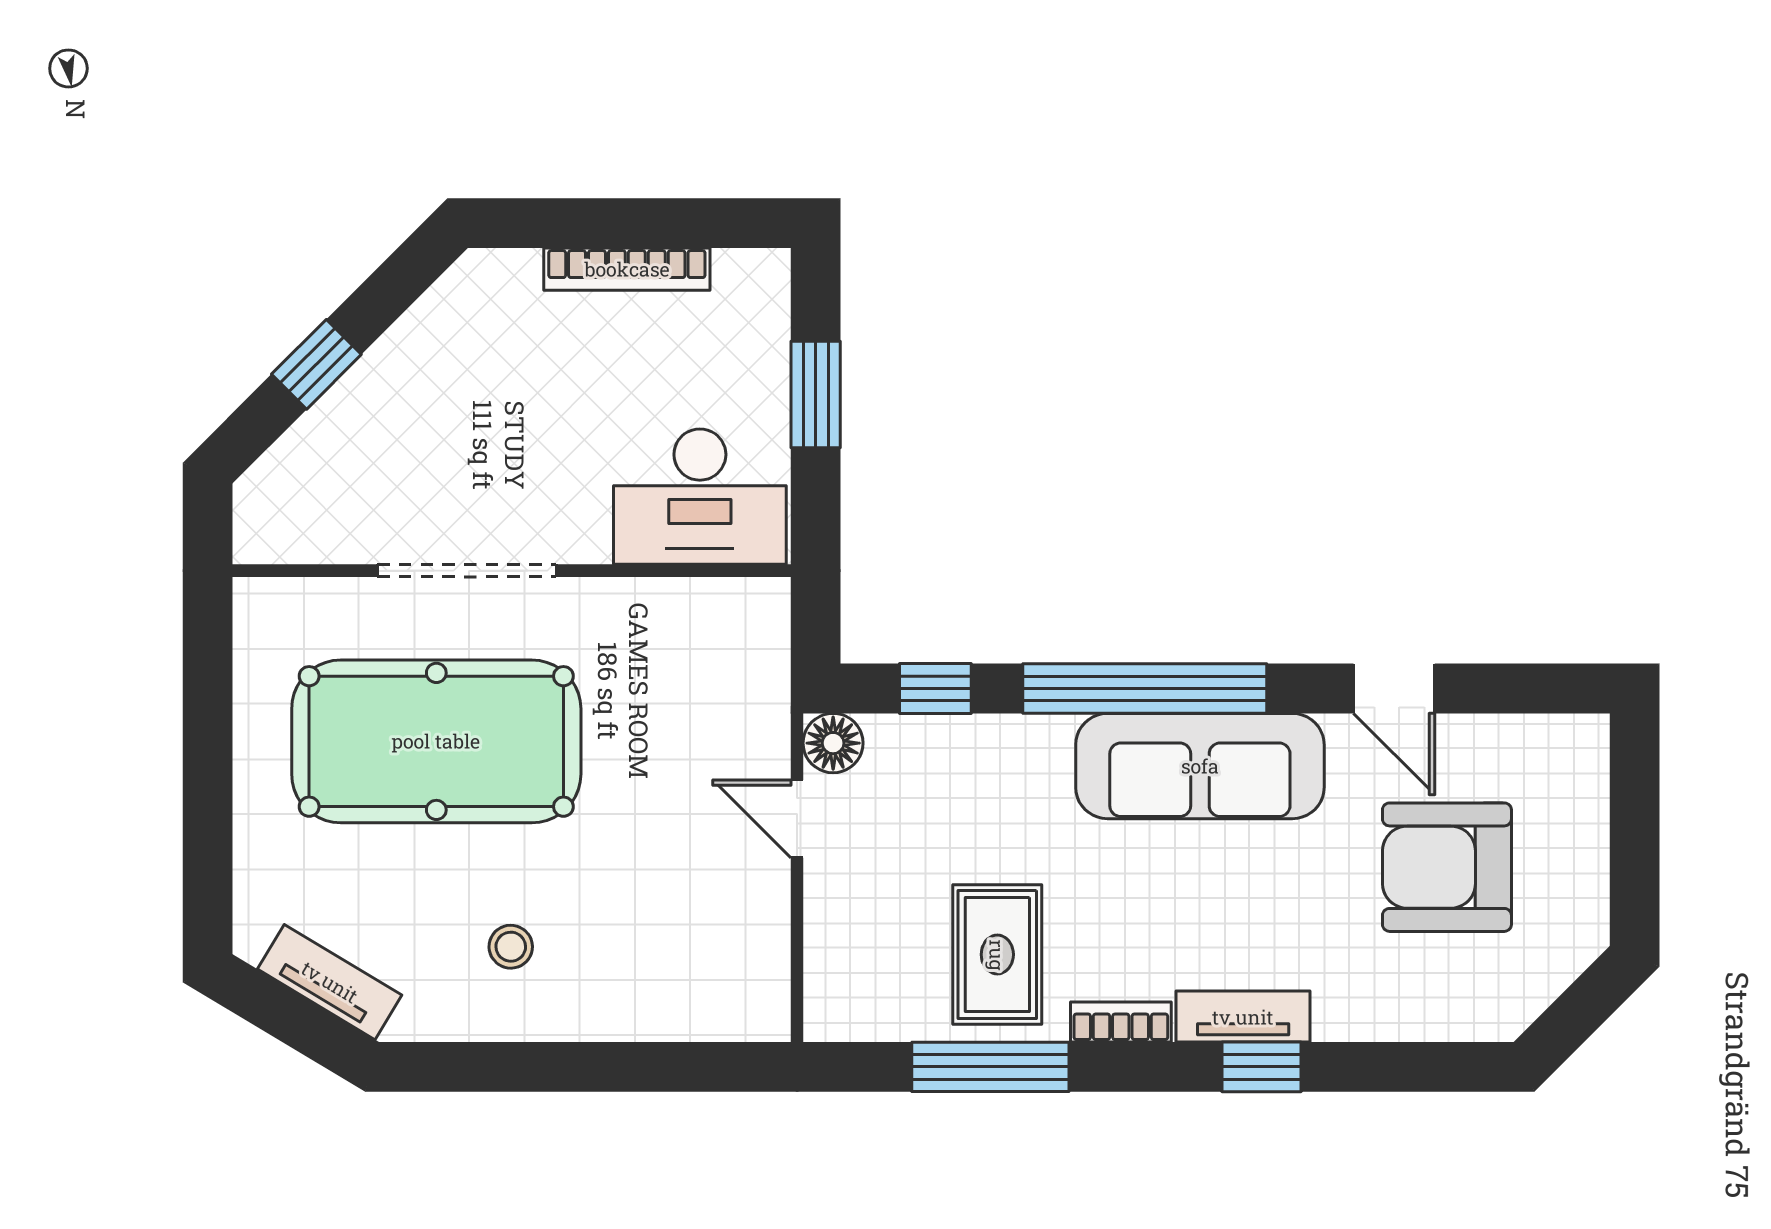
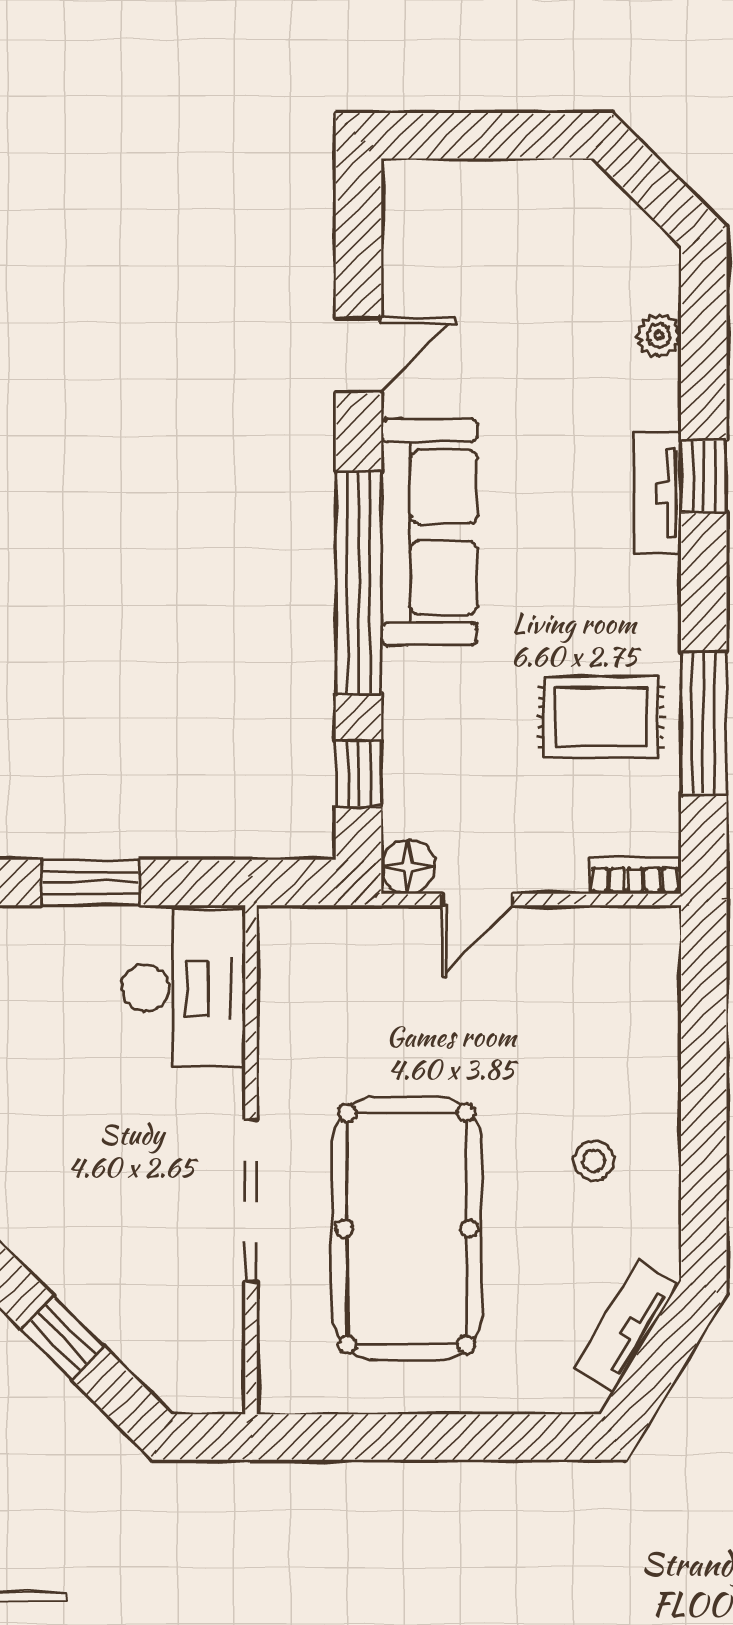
armchair: (1447, 867) -> (522, 307), removed
plant: (1416, 1018) -> (659, 335), added
bookcase: (1121, 1022) -> (635, 876), moved, turned 90

